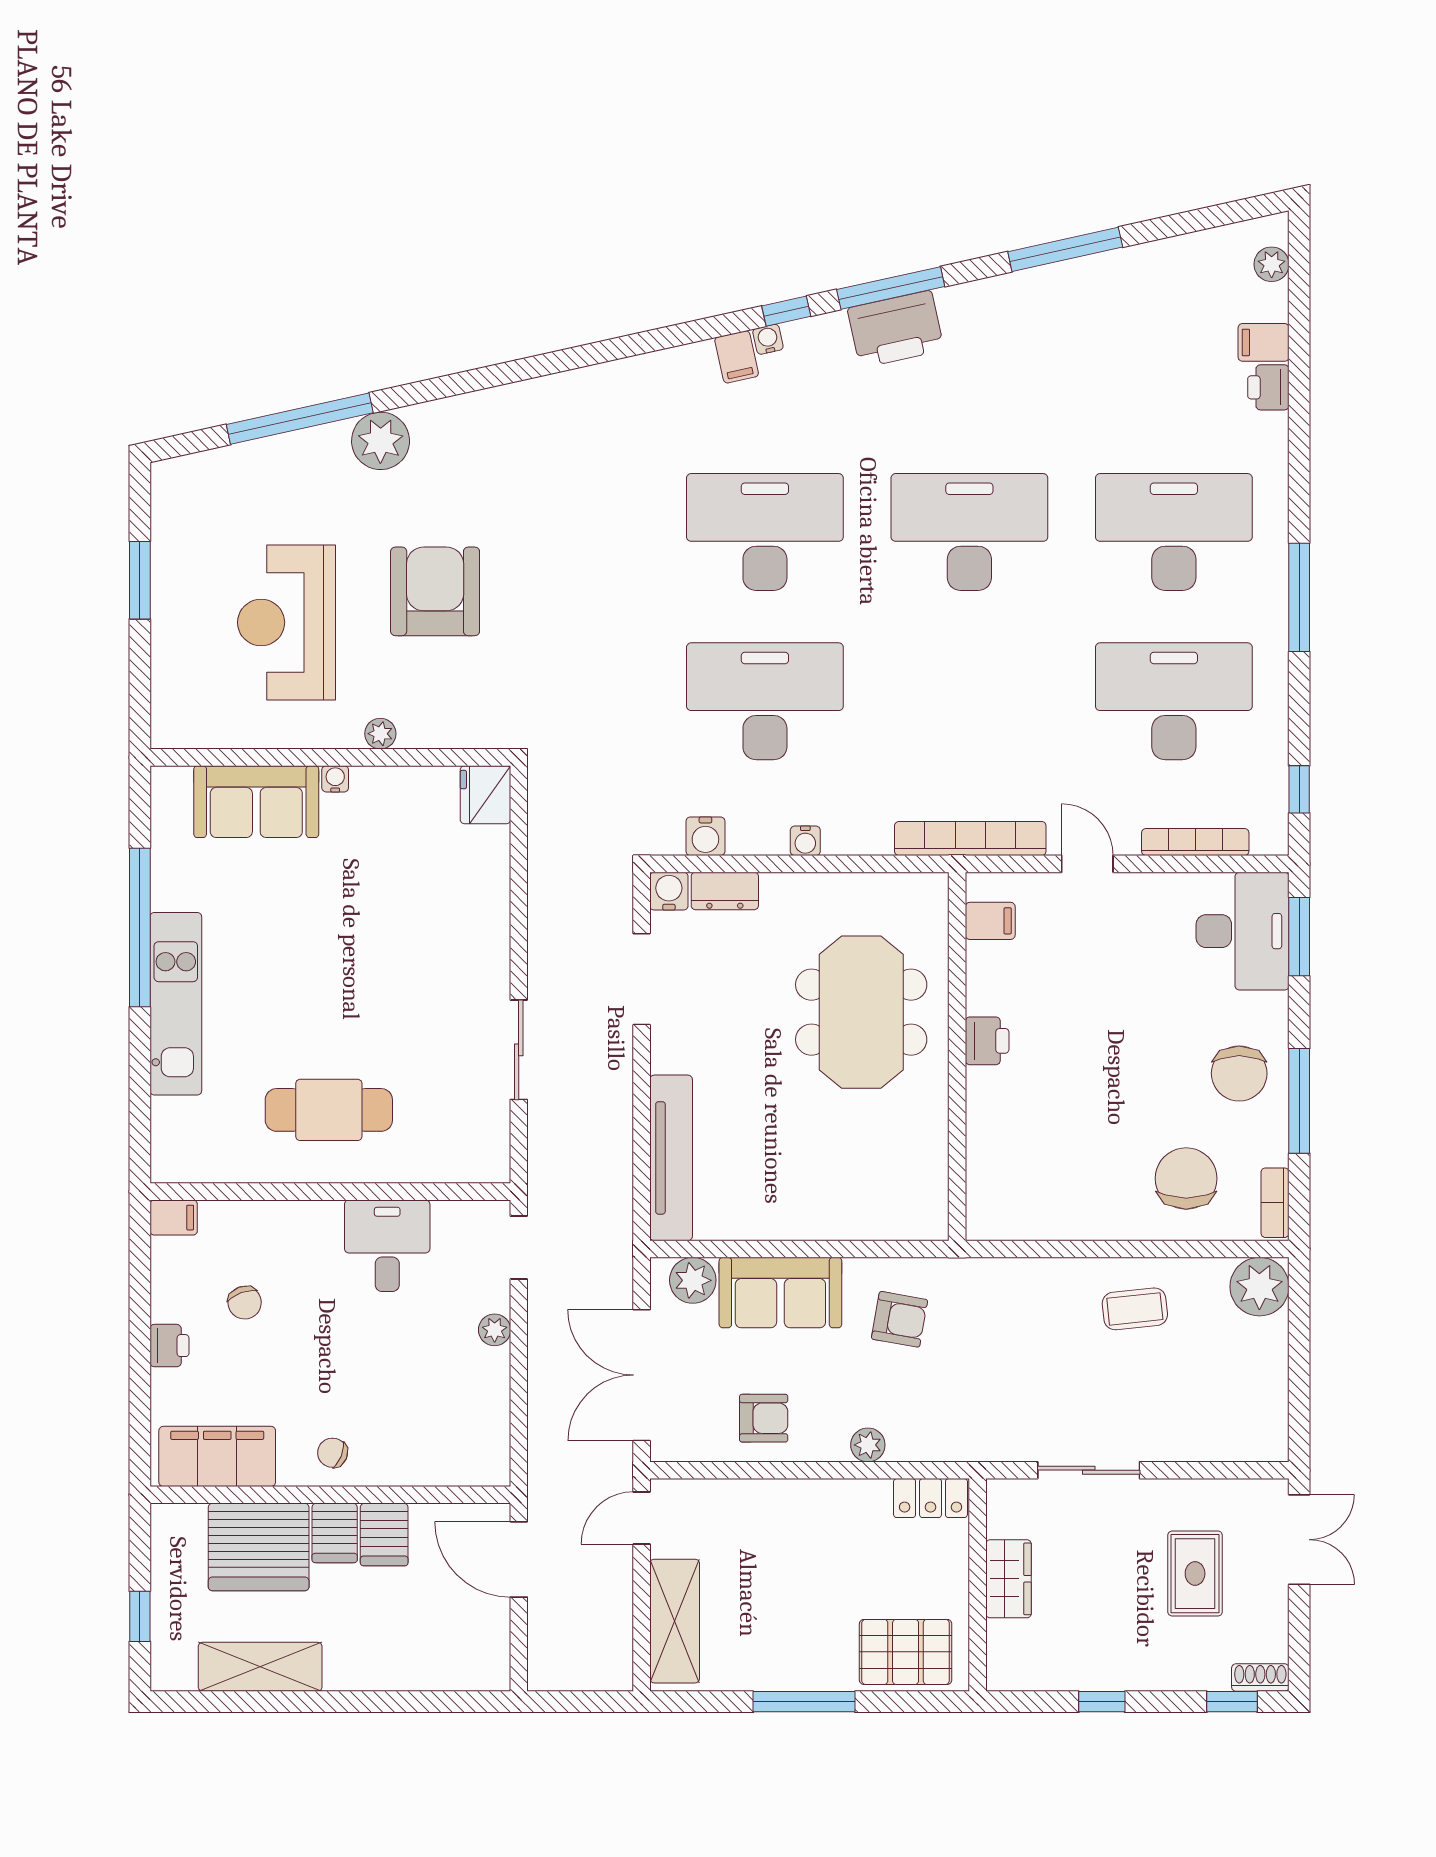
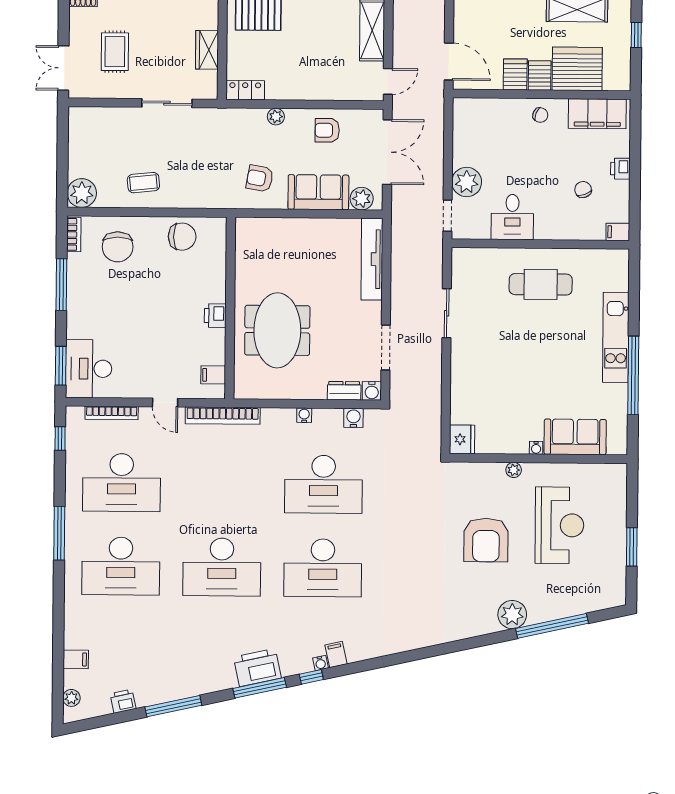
printer: (1268, 387) -> (123, 701), moved, turned -102
chair: (1239, 1073) -> (182, 237), moved, turned 90
plant: (495, 1330) -> (467, 182), width x1.87, depth x1.87

